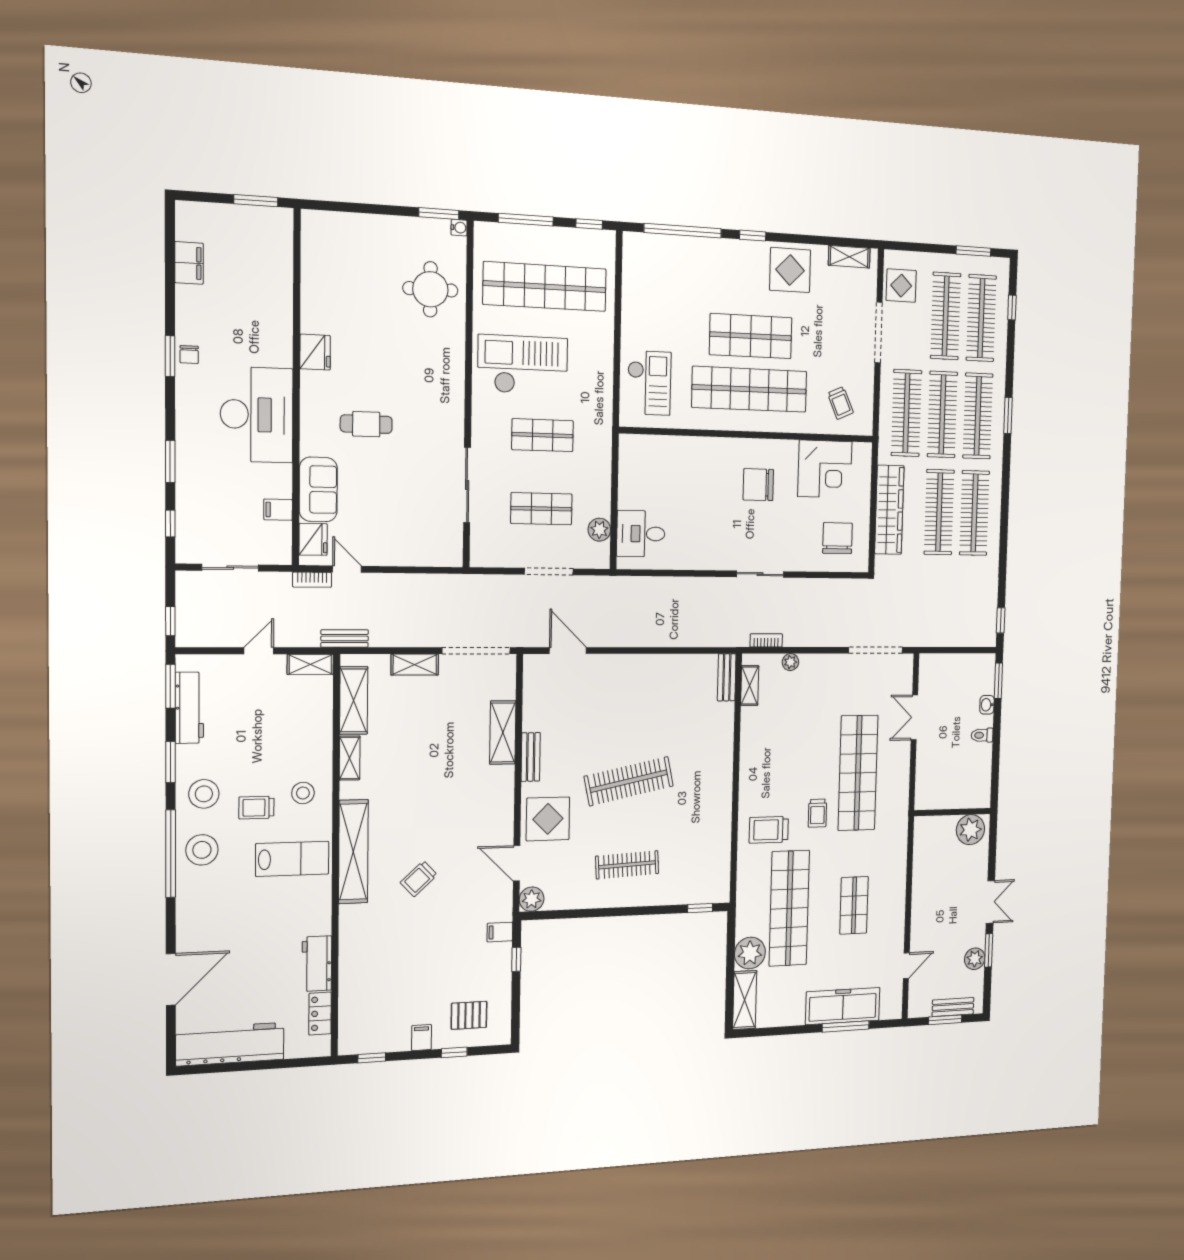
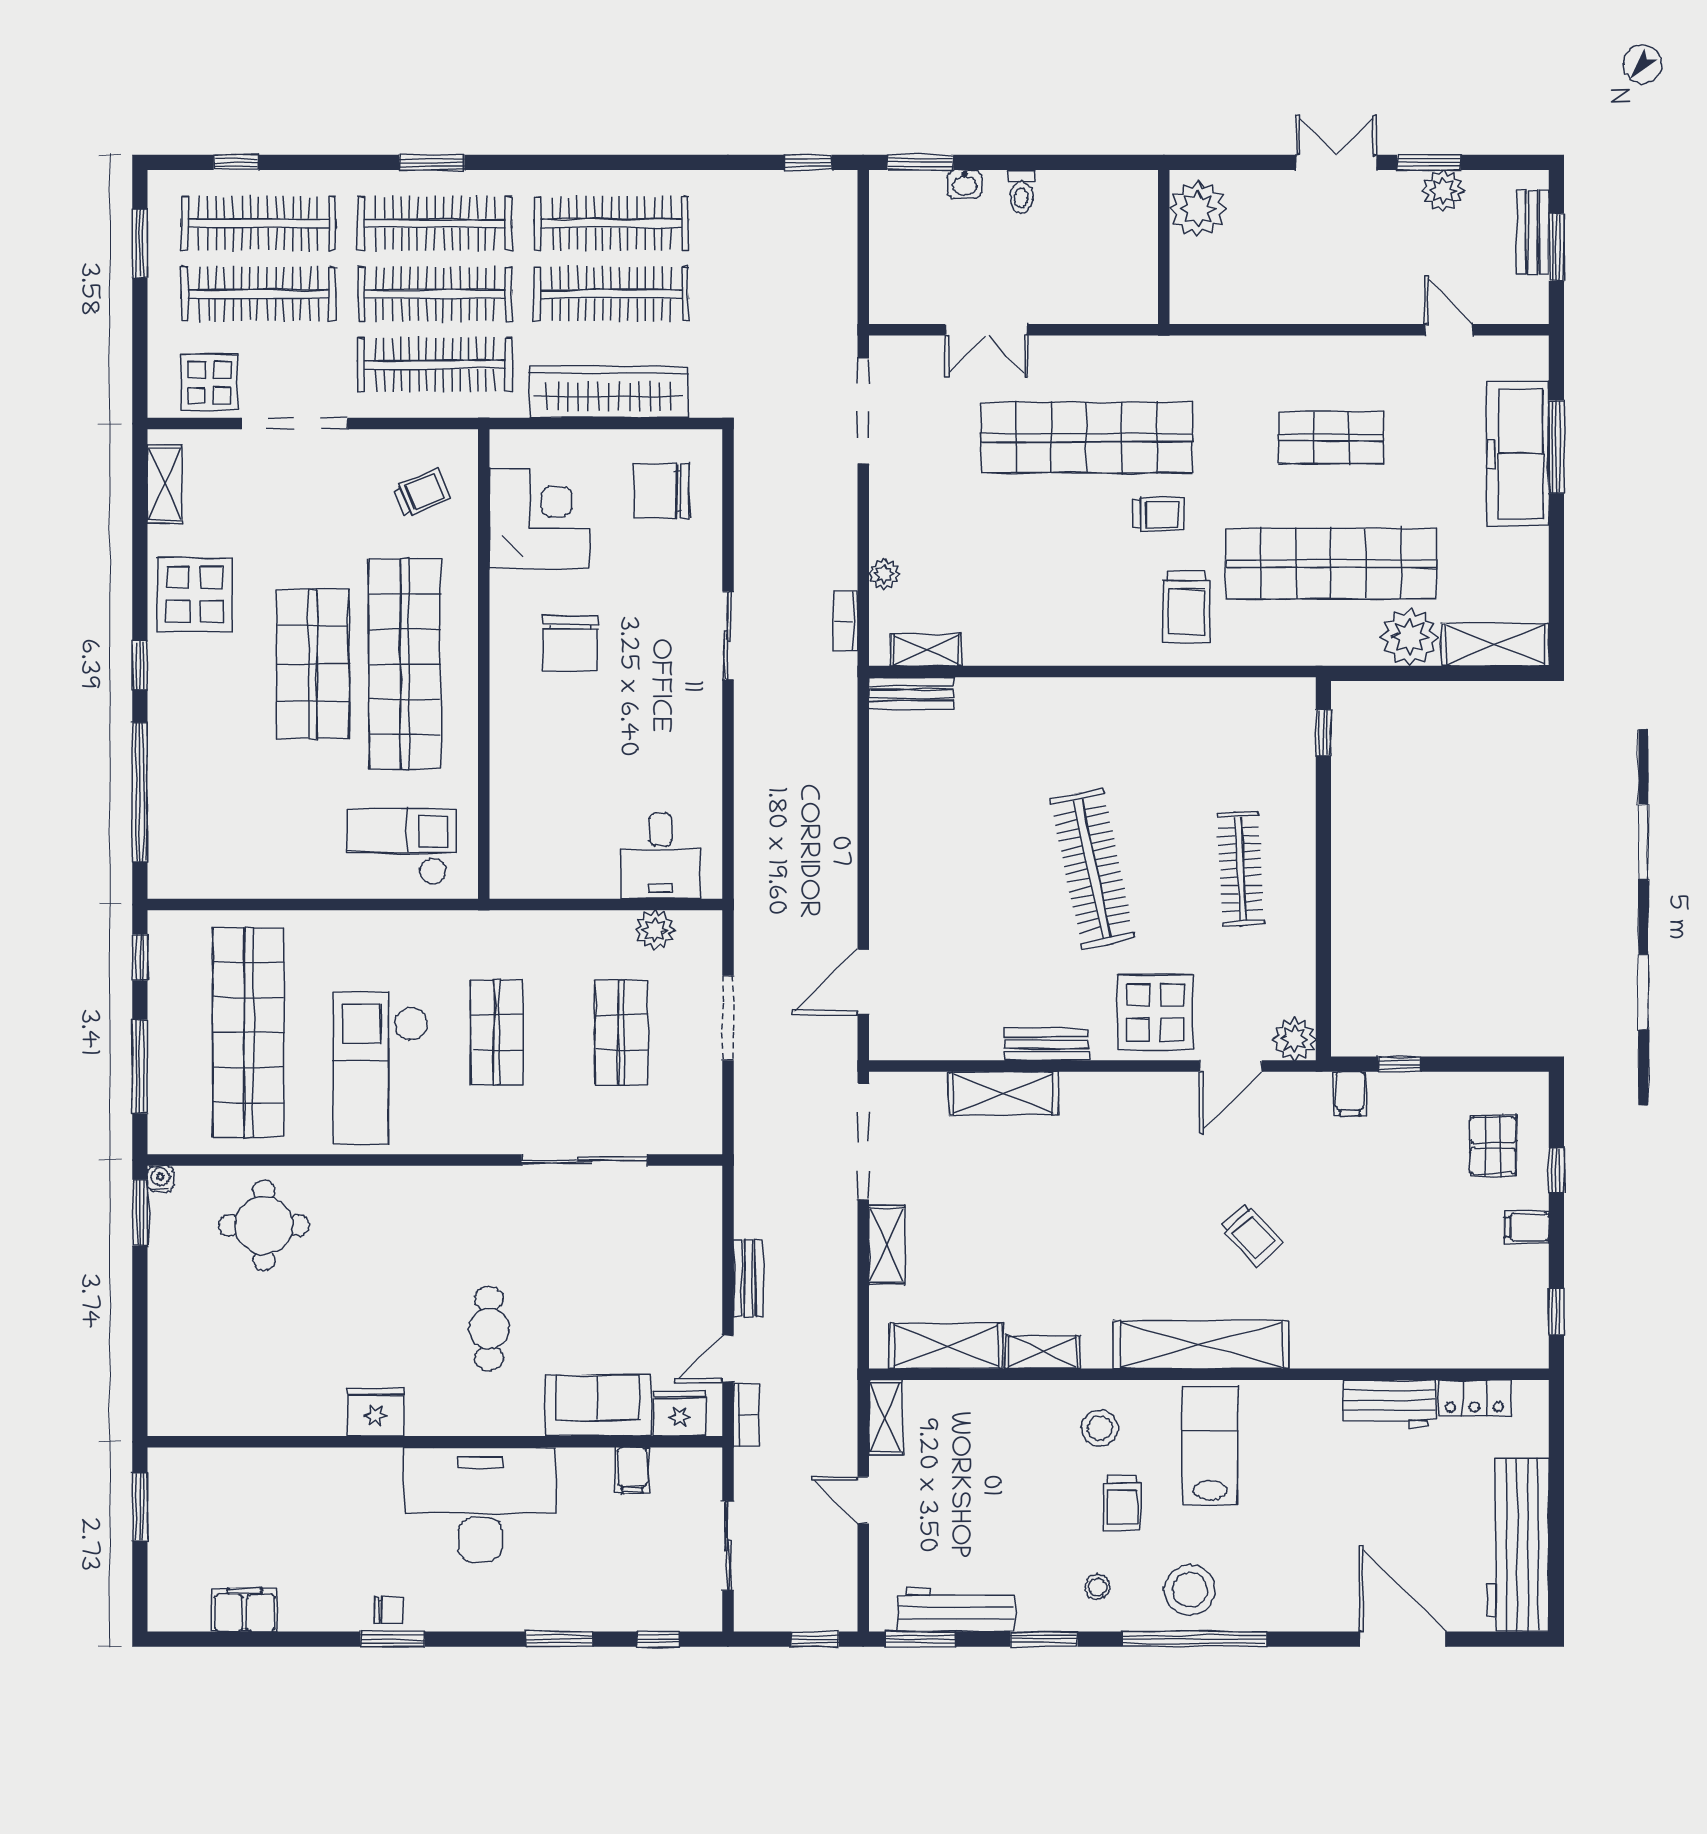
bench: (345, 638) -> (748, 1278), moved
stool: (204, 794) -> (1097, 1587), width x0.53, depth x0.53

